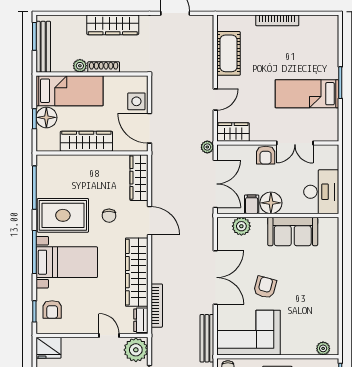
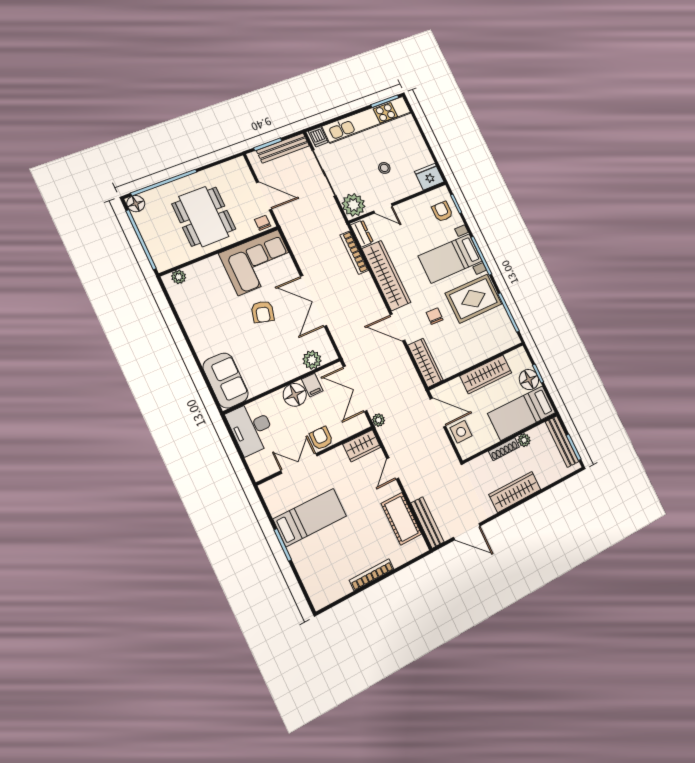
sofa: (293, 231) -> (226, 380), moved, turned 90
bench: (207, 338) -> (427, 523), moved

